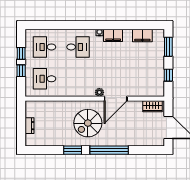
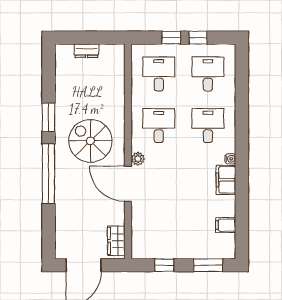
filing cabinet: (142, 36) -> (226, 225), width x0.50
desk: (78, 47) -> (208, 126), turned 180
desk: (78, 79) -> (159, 126), added

